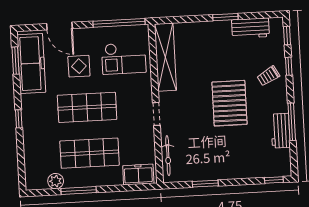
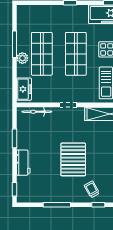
pallet: (229, 103) -> (73, 159), turned 90
workbench: (280, 131) -> (23, 163), moved, turned 90
plant: (56, 181) -> (22, 58), moved

